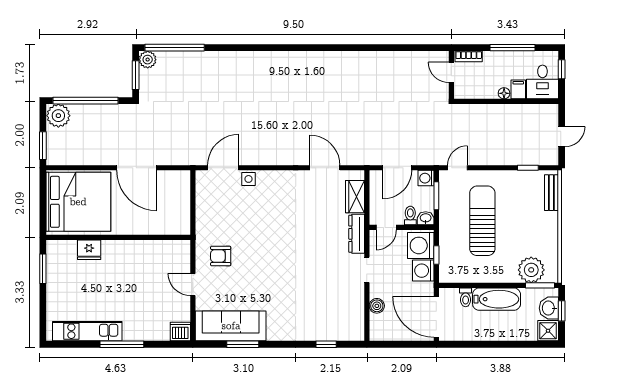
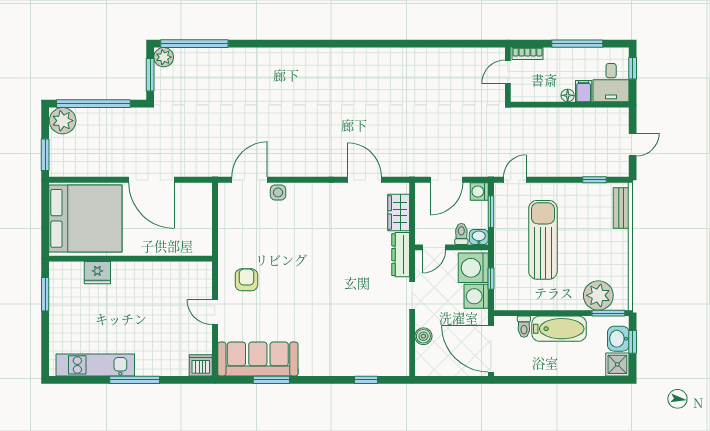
door: (451, 72) -> (508, 72), hinge flipped
armchair: (221, 256) -> (246, 280), turned 90

